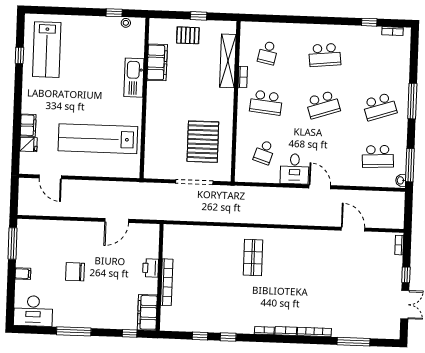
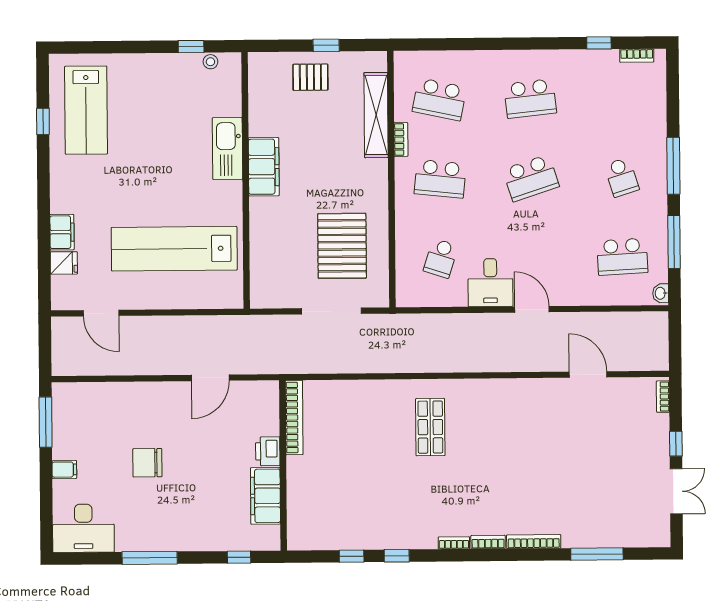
school desk: (268, 53) -> (439, 99), width x1.85
filing cabinet: (157, 62) -> (264, 167), moved
school desk: (380, 107) -> (622, 177), width x0.54
window: (410, 165) -> (674, 242), moved
bookcase: (167, 282) -> (294, 417), moved
filing cabinet: (147, 312) -> (265, 496), moved

